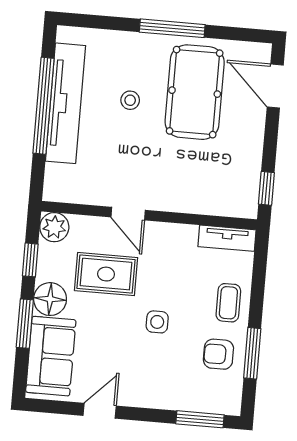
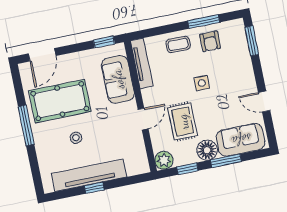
window: (43, 106) -> (94, 188), width x0.32
sofa: (202, 193) -> (118, 79), added
tv unit: (227, 238) -> (142, 63), width x1.41

